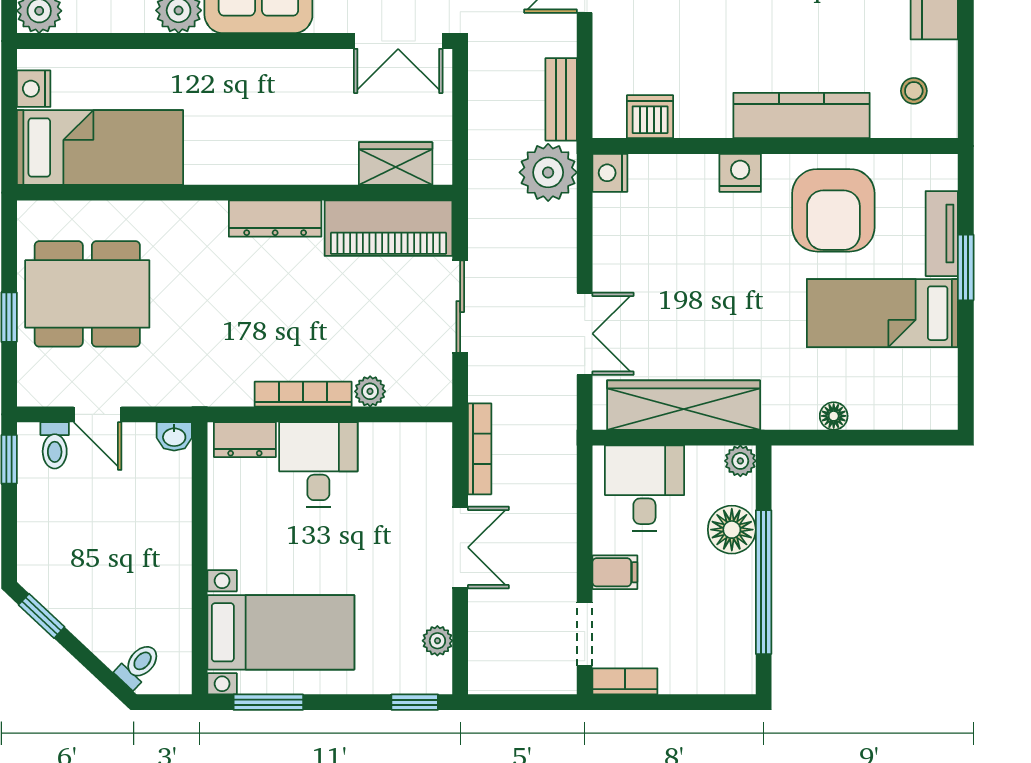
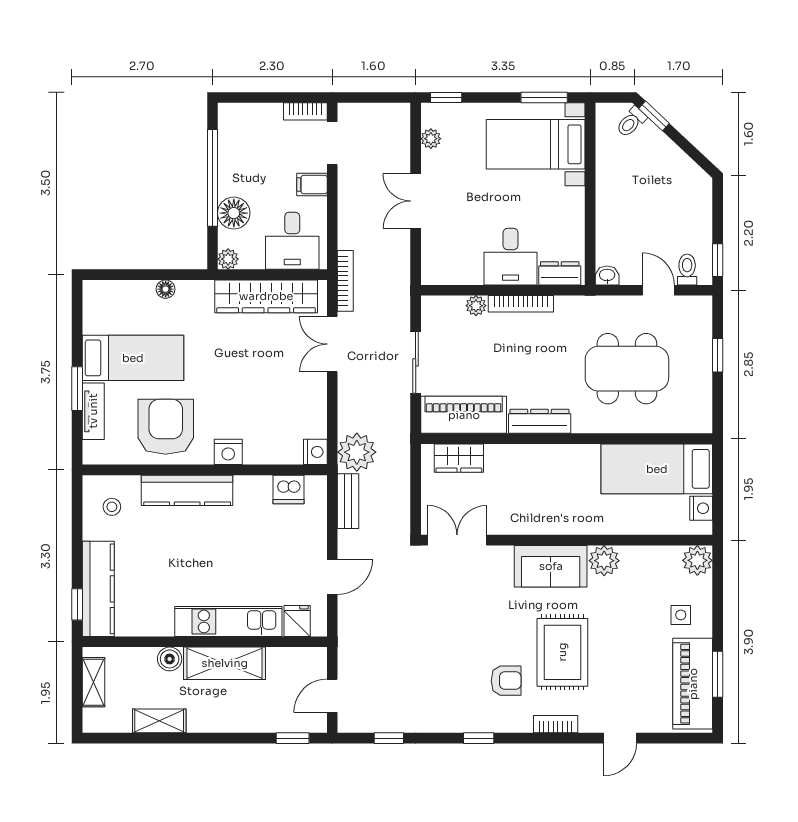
dining table: (87, 294) -> (627, 369), moved
bookcase: (480, 449) -> (345, 281), moved, turned 180
window: (42, 616) -> (654, 116), moved

